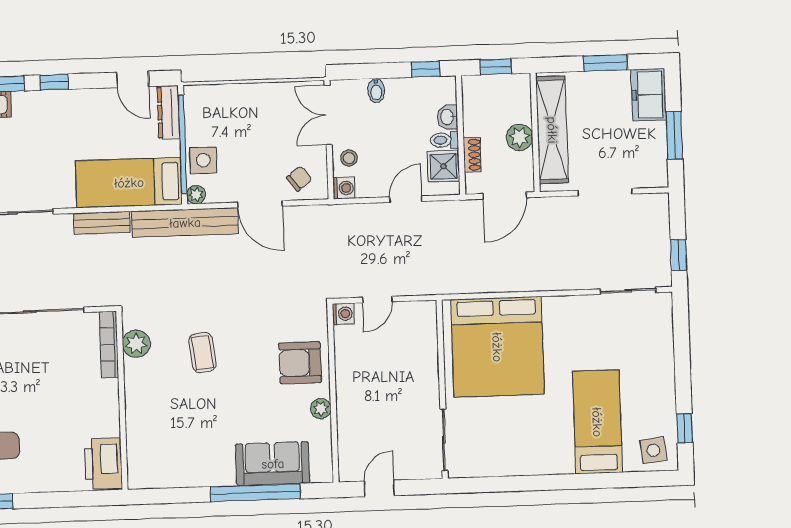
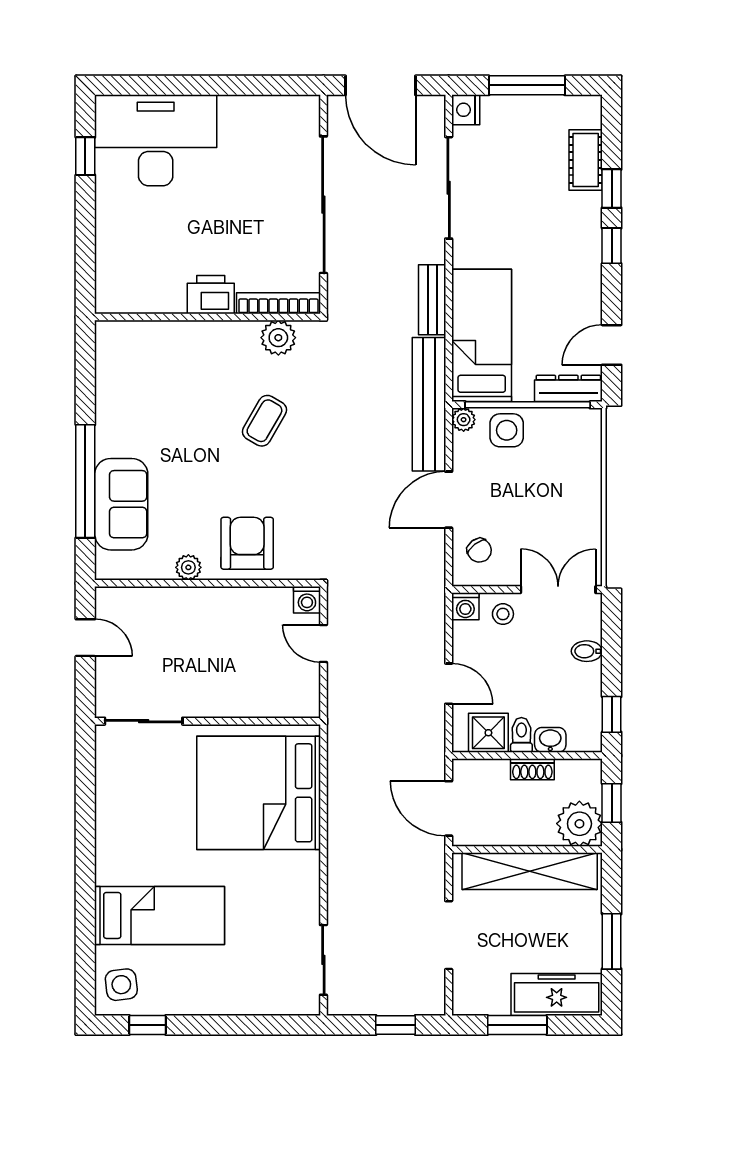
freezer: (649, 95) -> (557, 994), width x1.40
plant: (520, 137) -> (579, 824), moved, width x1.36, depth x1.36
shoe rack: (472, 155) -> (532, 769), moved
window: (679, 255) -> (396, 1025), moved
coffee table: (202, 352) -> (264, 421), turned -53
printer: (103, 463) -> (211, 295), moved, width x0.73, depth x0.84

